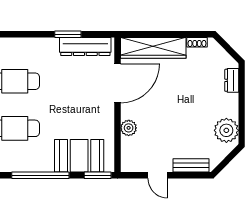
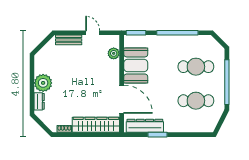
door: (117, 83) -> (122, 99), swing flipped
plant: (129, 128) -> (114, 53), moved
plant: (226, 130) -> (43, 83), moved
booth: (79, 156) -> (136, 65), moved, turned 90

